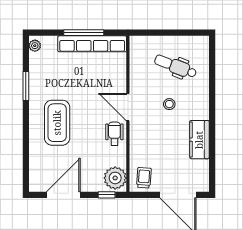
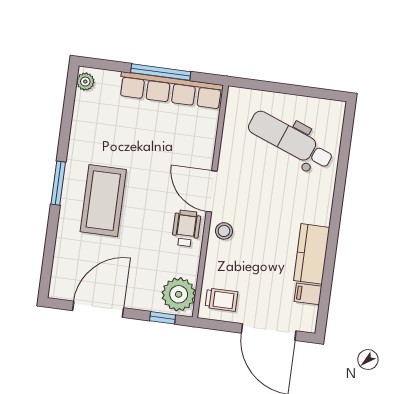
dental chair: (176, 66) -> (291, 140), width x1.36, depth x1.38
window: (26, 86) -> (58, 183), moved
stool: (169, 104) -> (224, 231), moved
filing cabinet: (201, 166) -> (308, 294), added
trolley: (144, 178) -> (221, 300), turned 86

